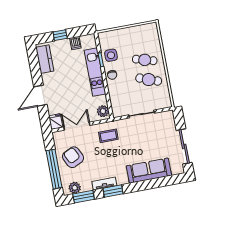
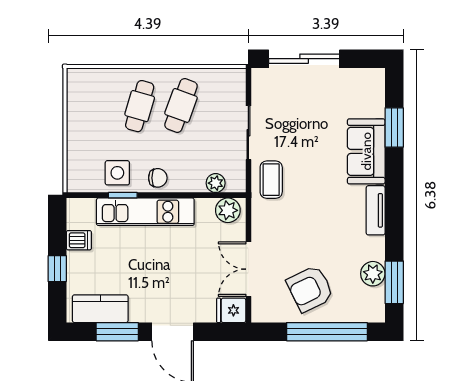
window: (35, 69) -> (117, 332), added
plant: (115, 103) -> (216, 183), added
coffee table: (108, 136) -> (271, 180), moved
sliding door: (184, 146) -> (304, 59), moved
sofa: (149, 171) -> (366, 151), width x0.73
tv unit: (104, 184) -> (376, 210), moved
plant: (75, 188) -> (373, 274), moved
window: (113, 191) -> (394, 128), moved

